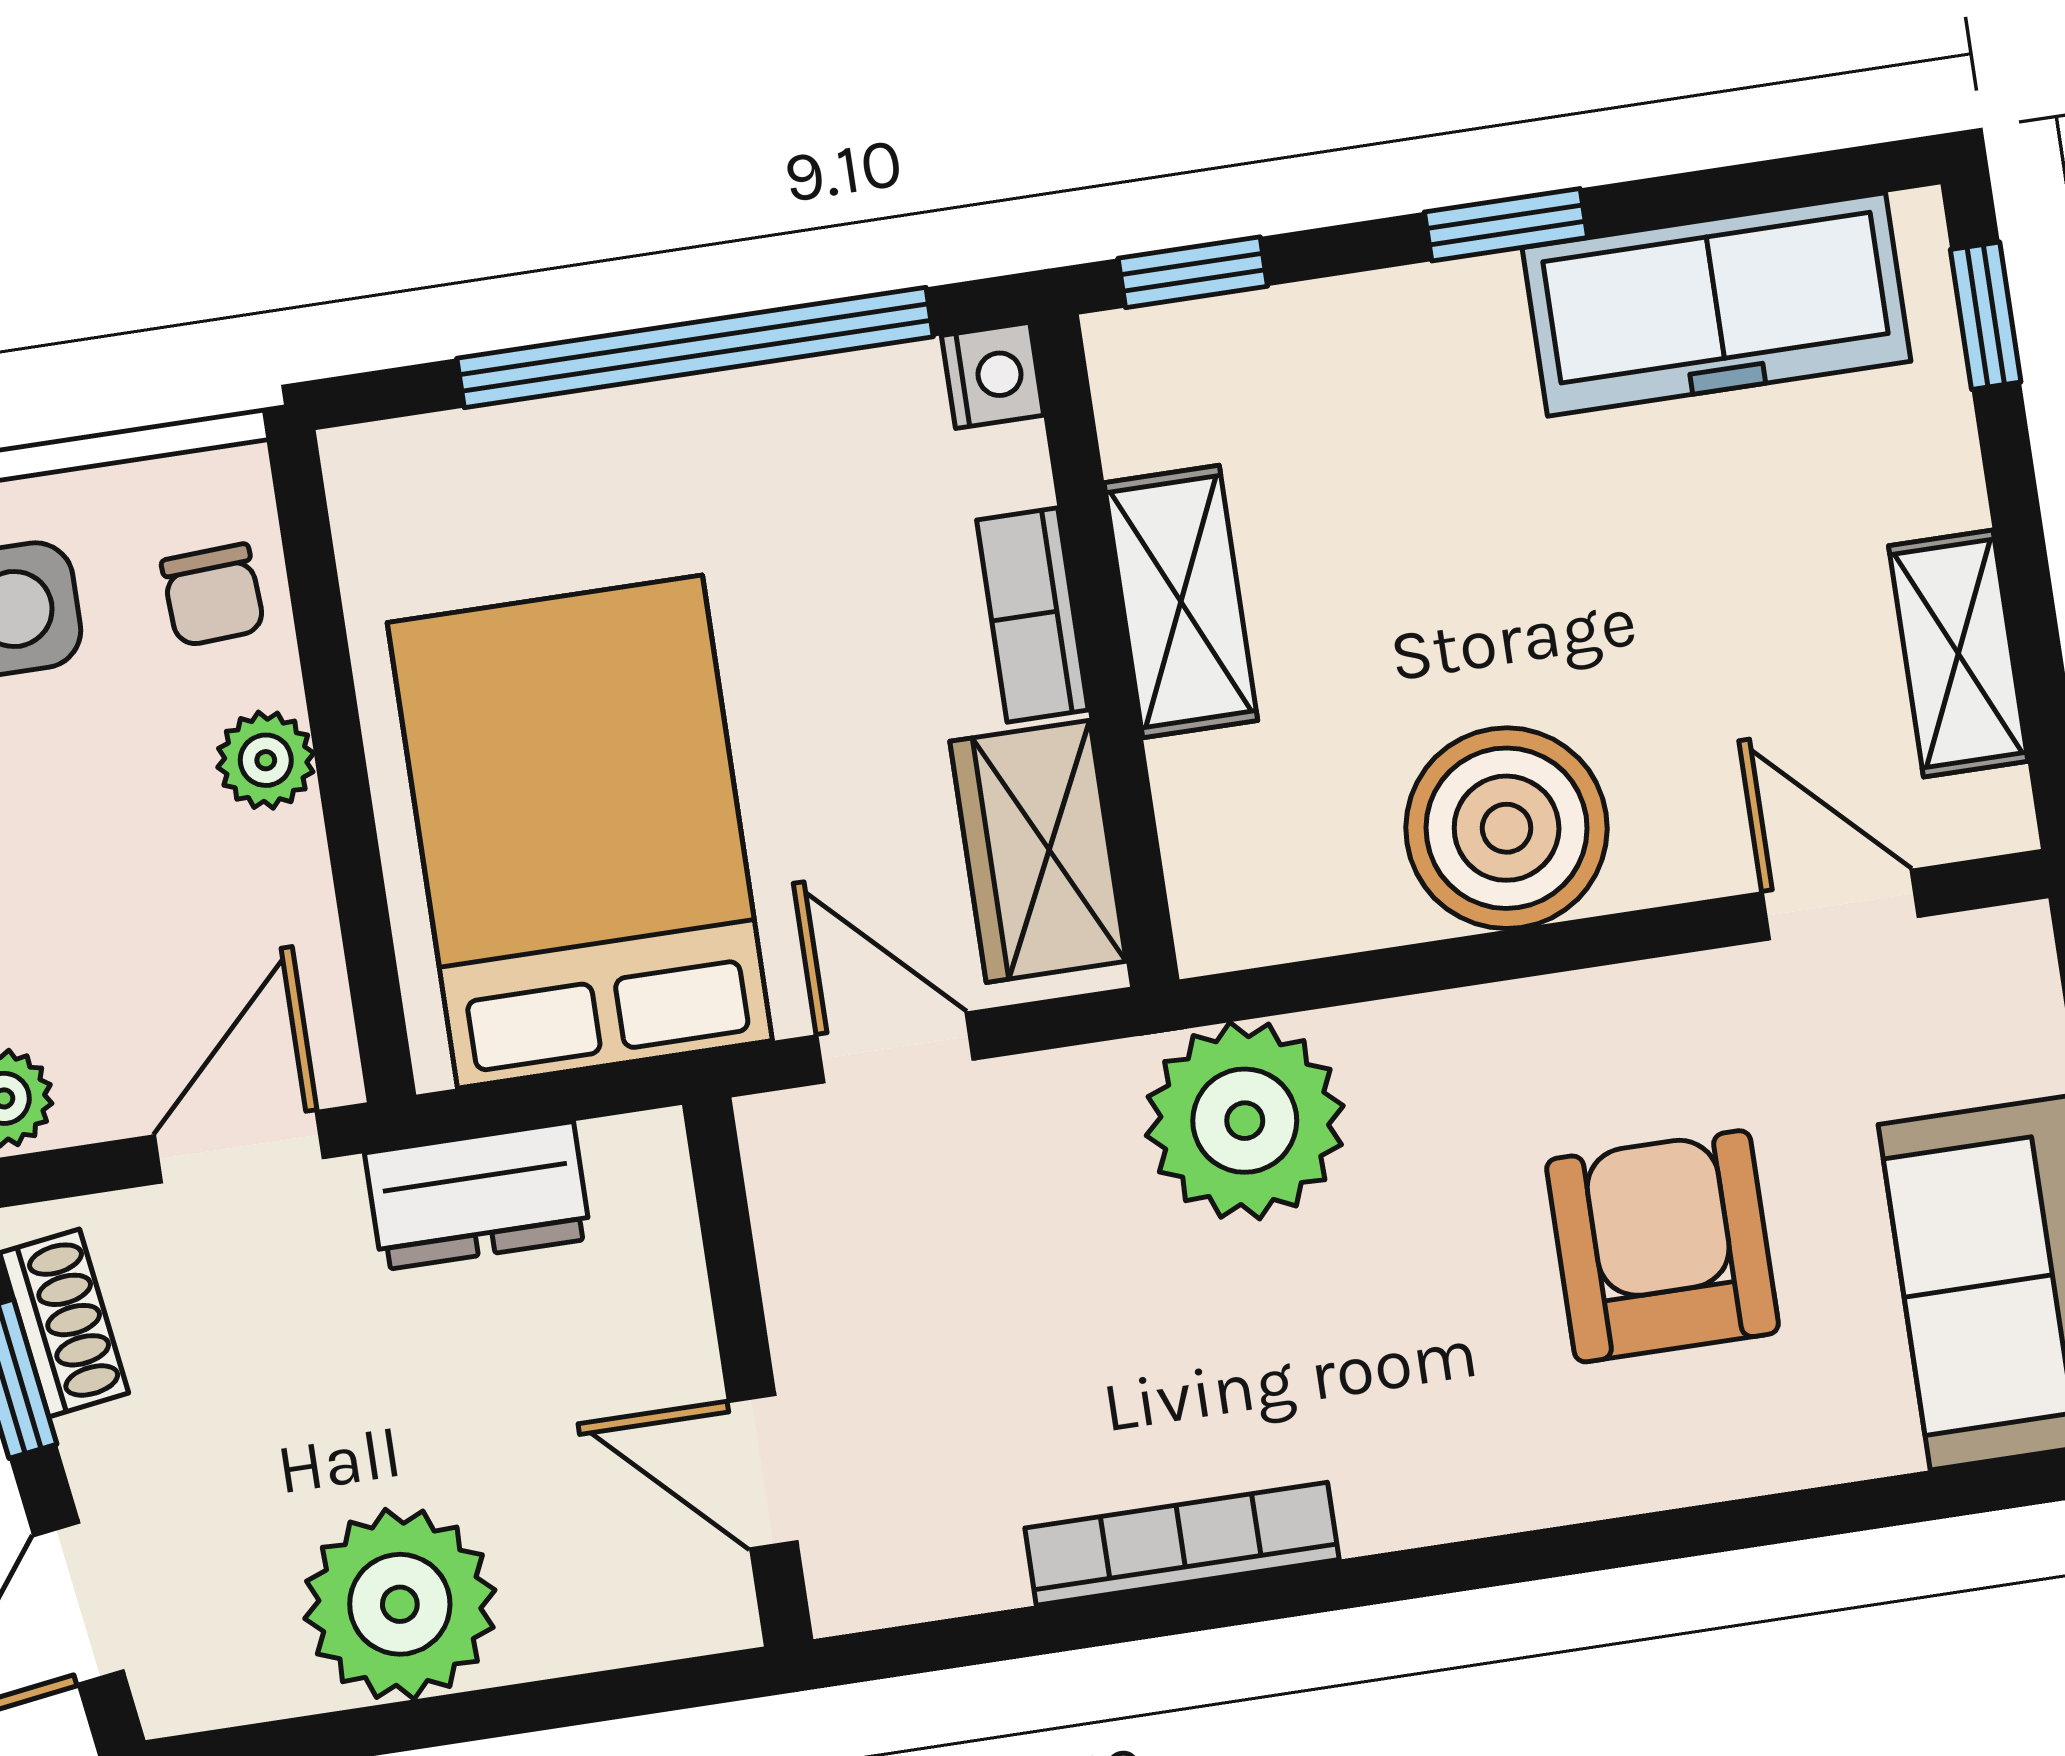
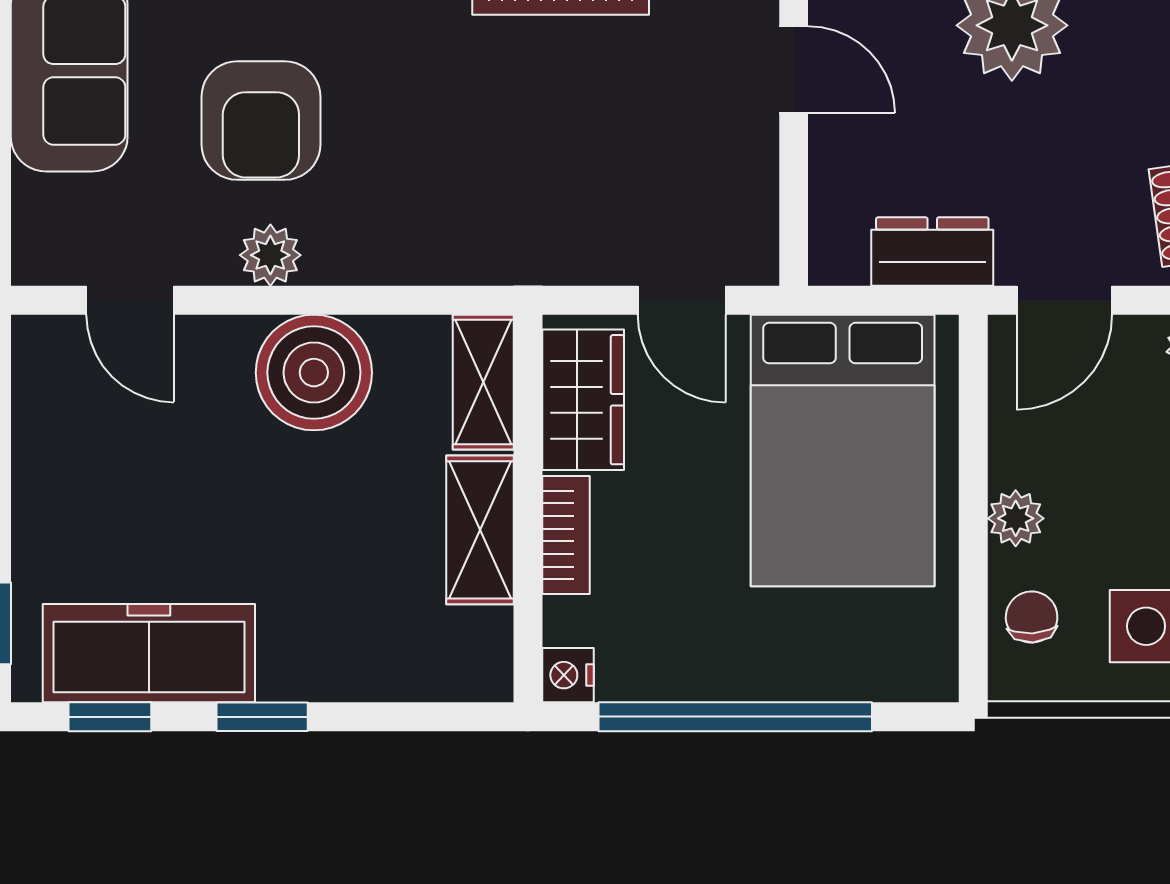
window: (1193, 272) -> (110, 717), moved
shelving: (1958, 653) -> (483, 382), moved
plant: (1245, 1121) -> (270, 255), moved, width x0.53, depth x0.53

